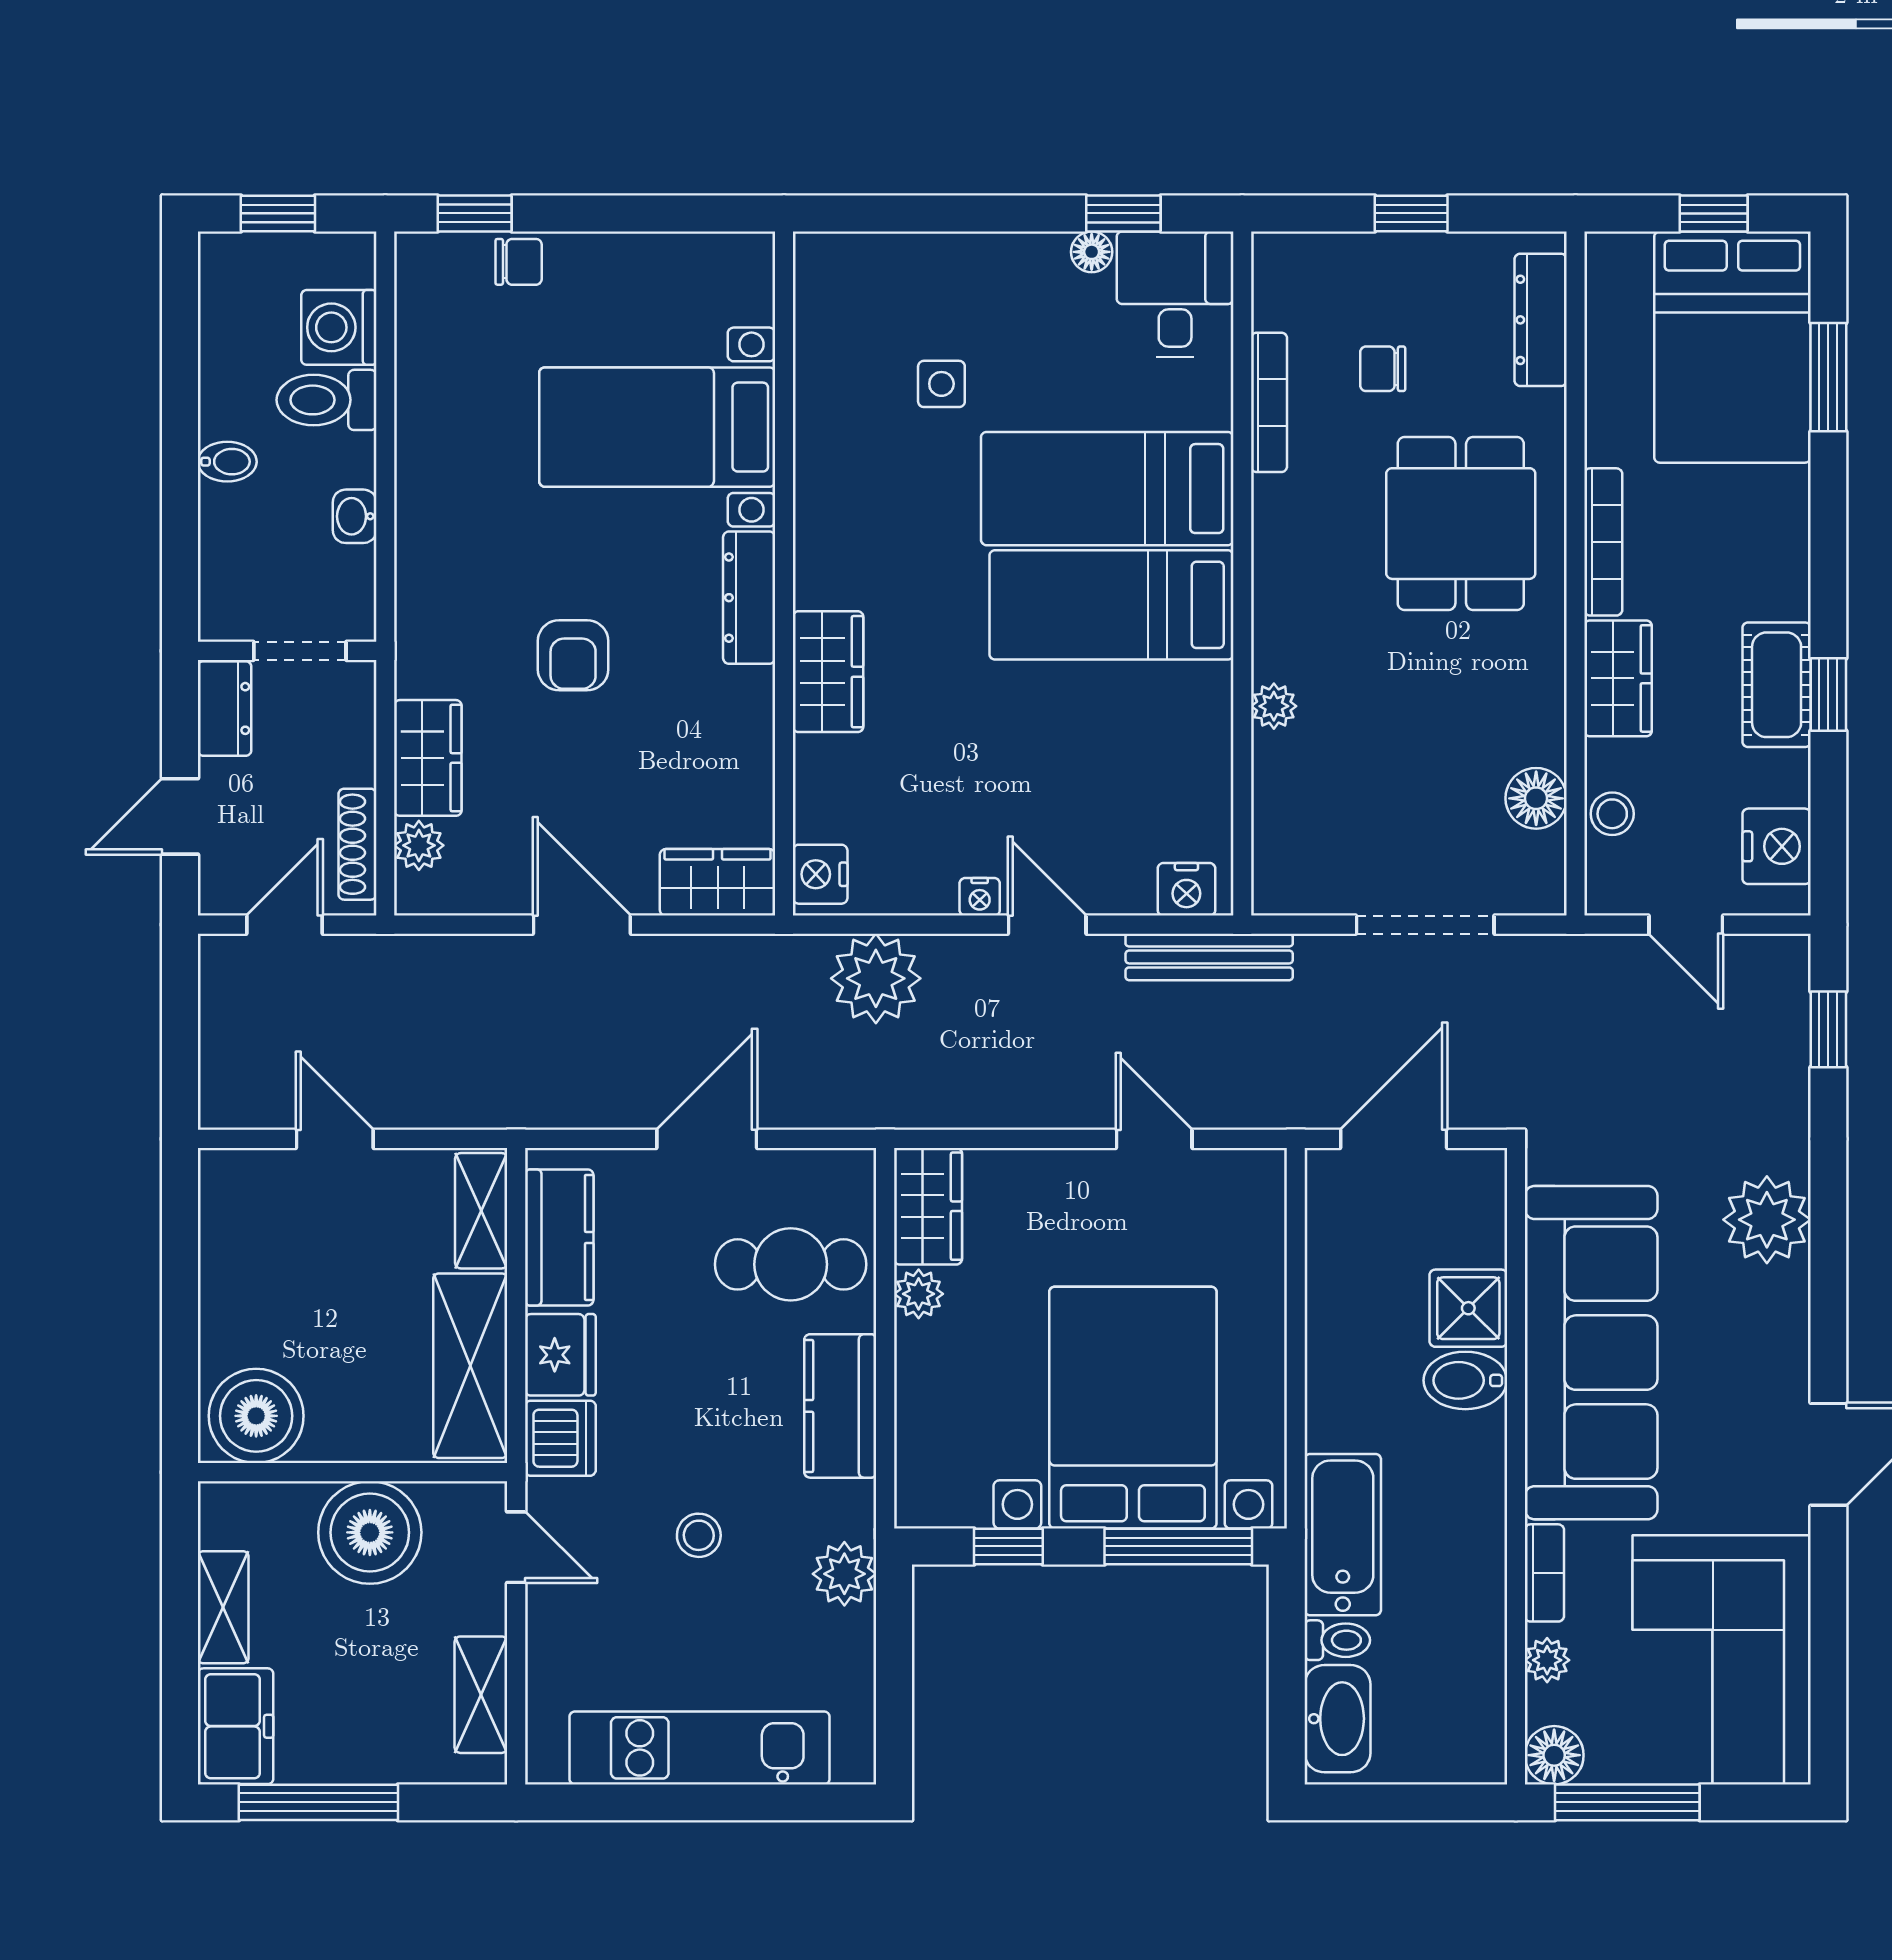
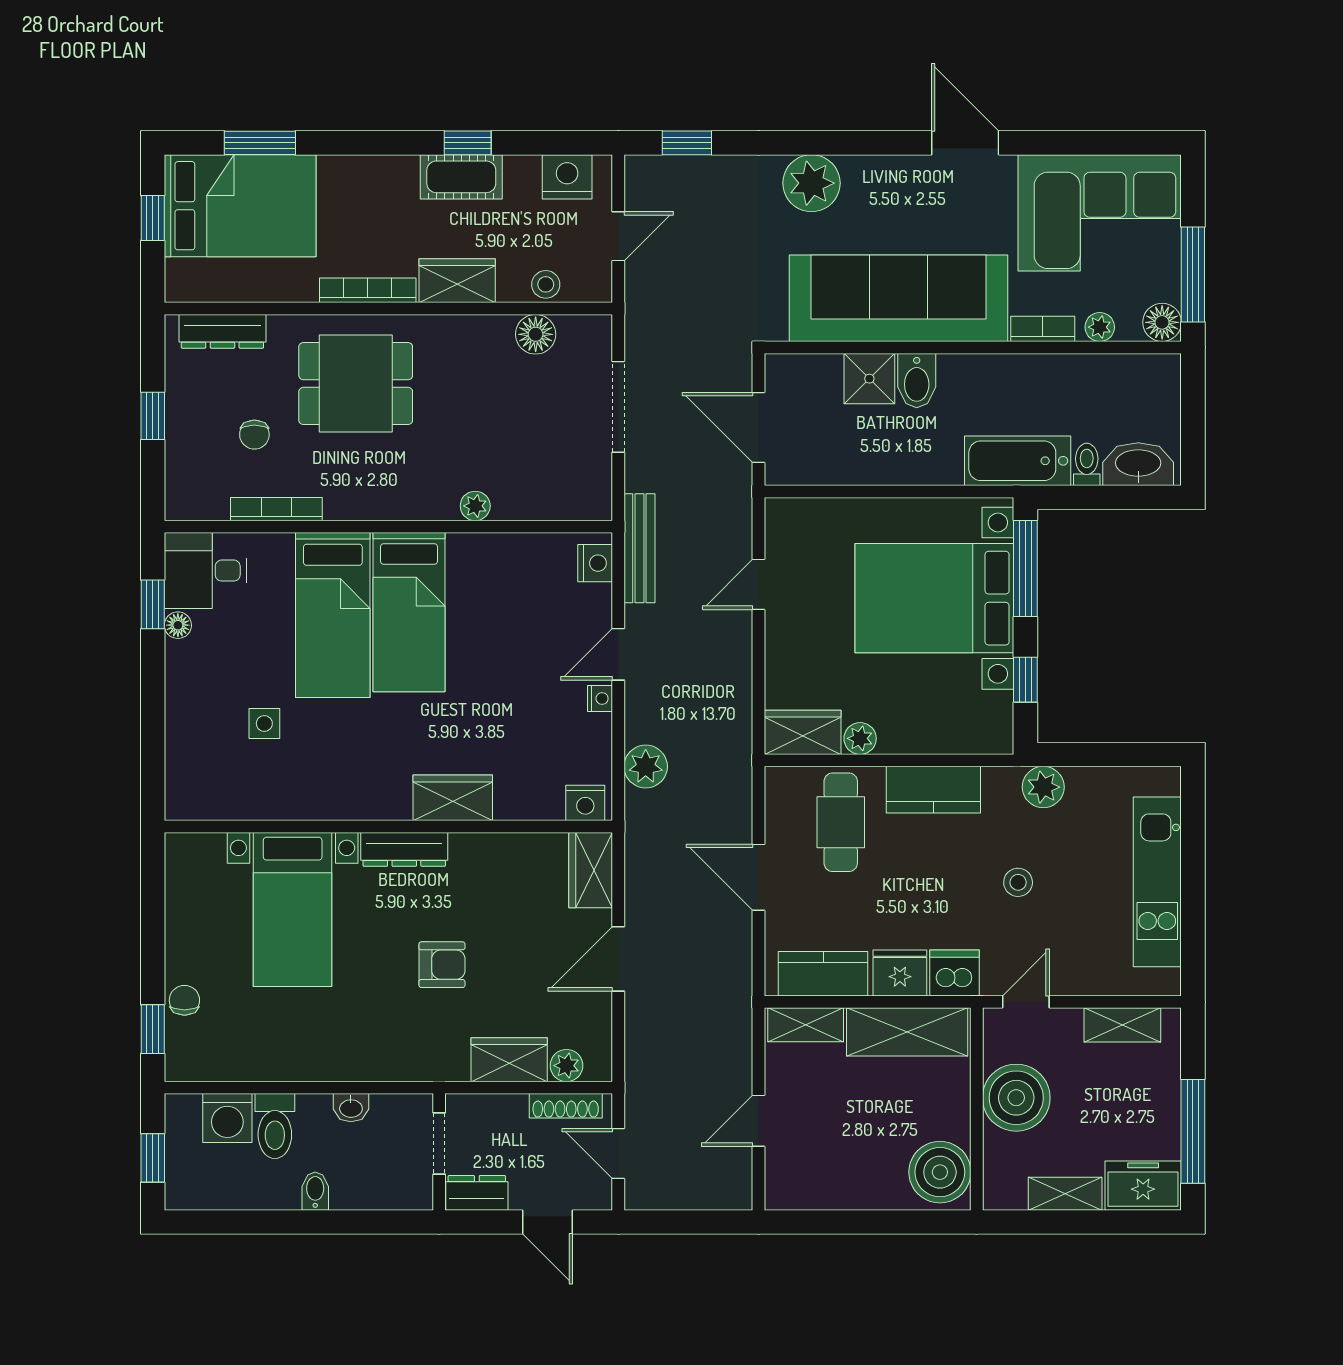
plant: (876, 978) -> (646, 767), width x0.73, depth x0.73

